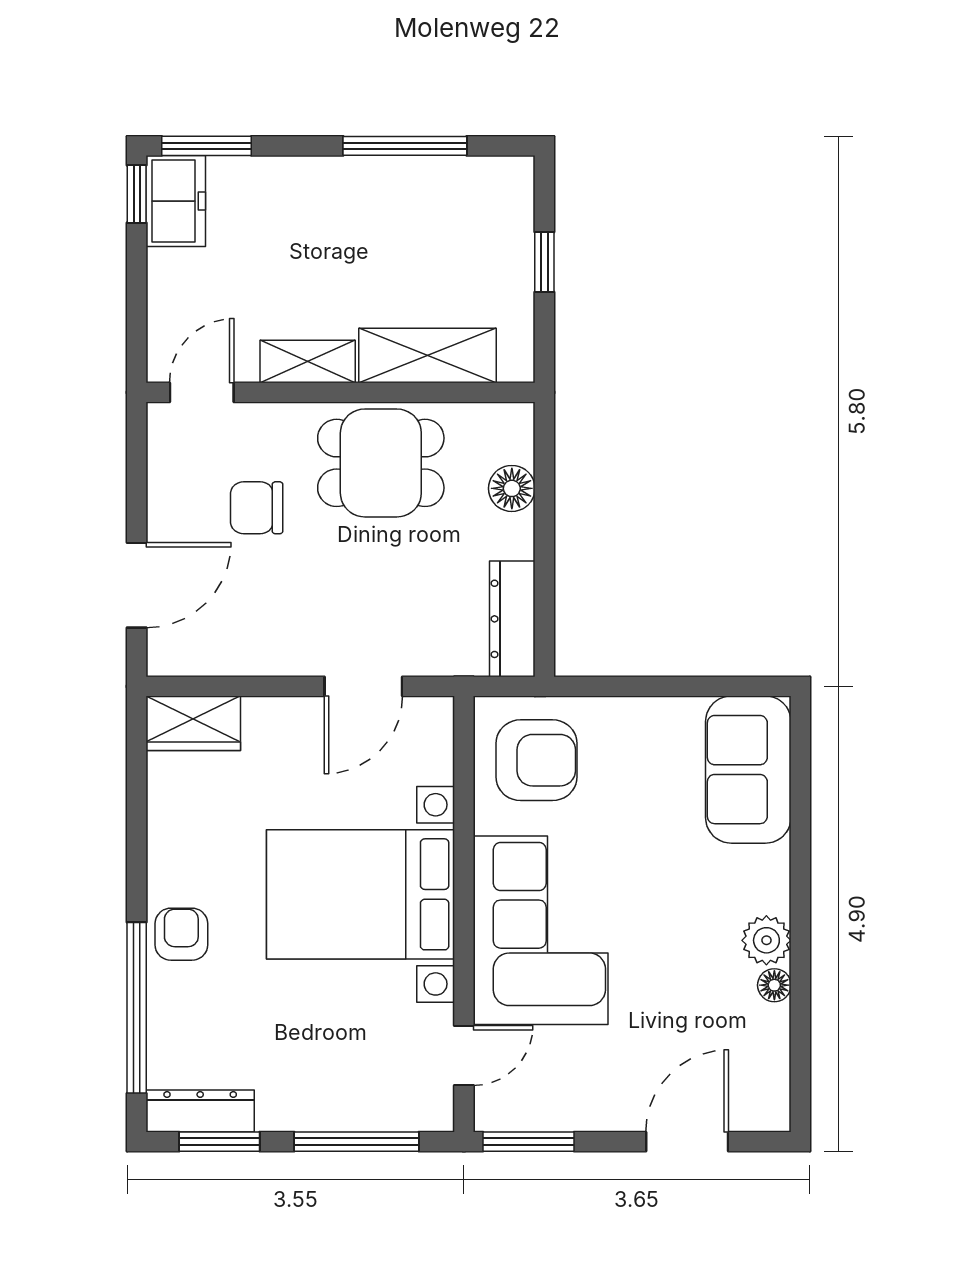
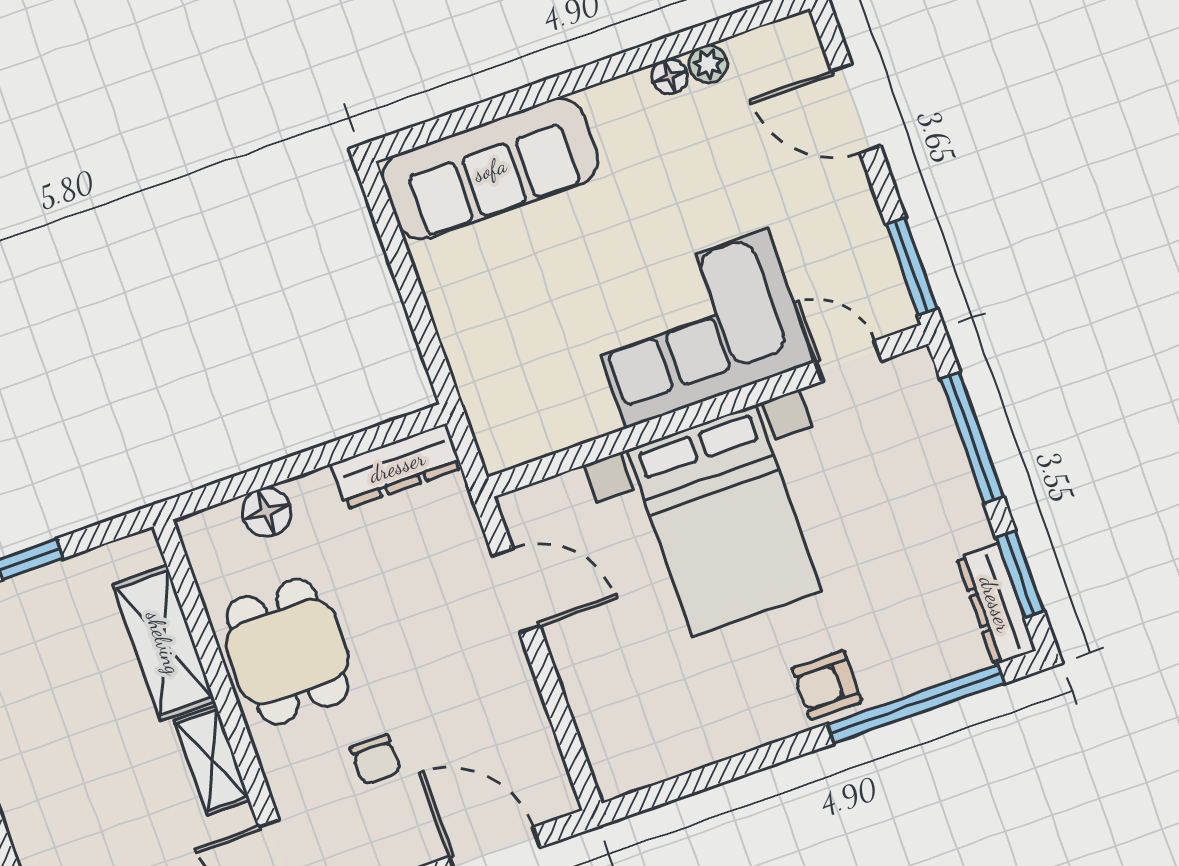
chair: (257, 508) -> (376, 760), width x0.73, depth x0.73
wardrobe: (193, 723) -> (612, 747), removed
armchair: (536, 760) -> (529, 392), removed
sofa: (748, 770) -> (490, 169), width x1.36
plant: (766, 940) -> (708, 64), moved, width x0.73, depth x0.73

